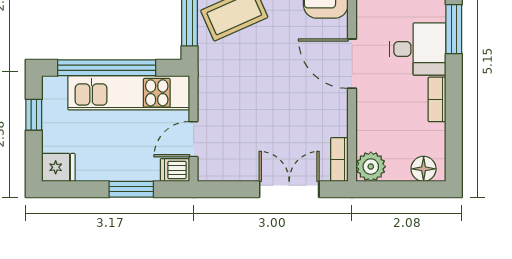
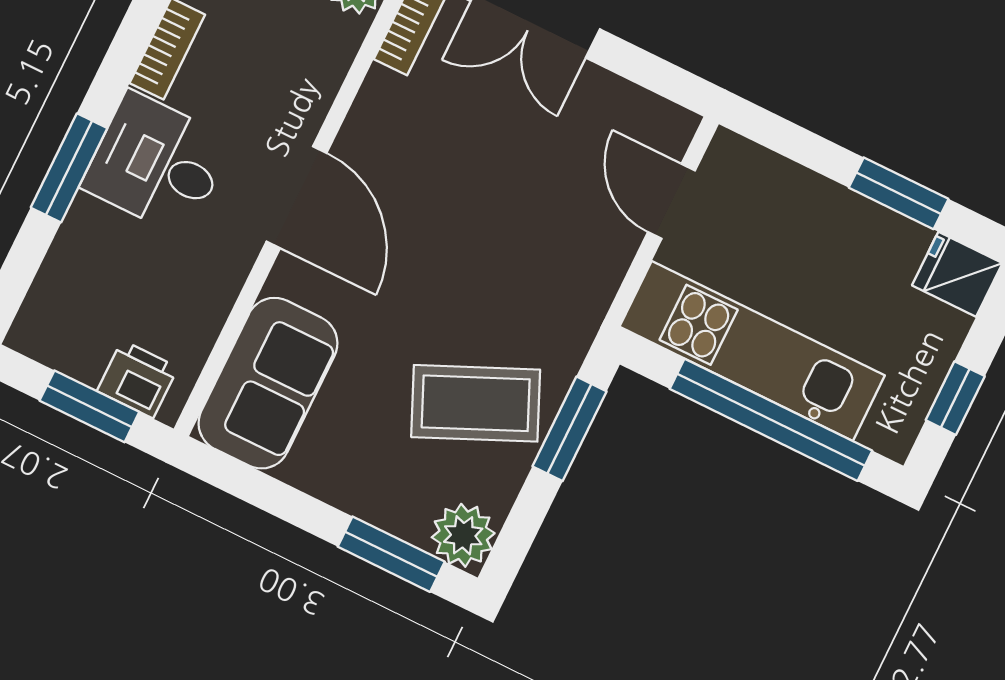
door: (194, 139) -> (672, 201), swing flipped
dishwasher: (175, 170) -> (736, 160), removed
window: (131, 189) -> (899, 193), moved

